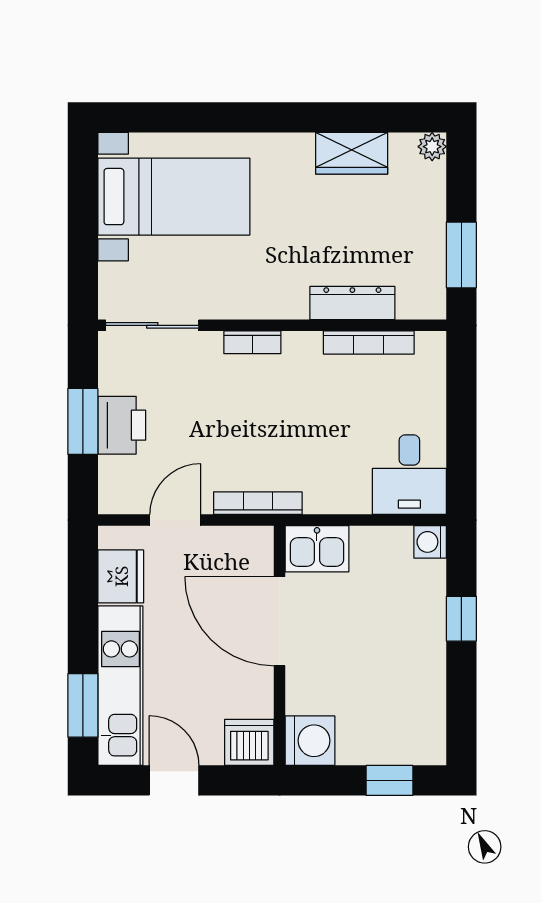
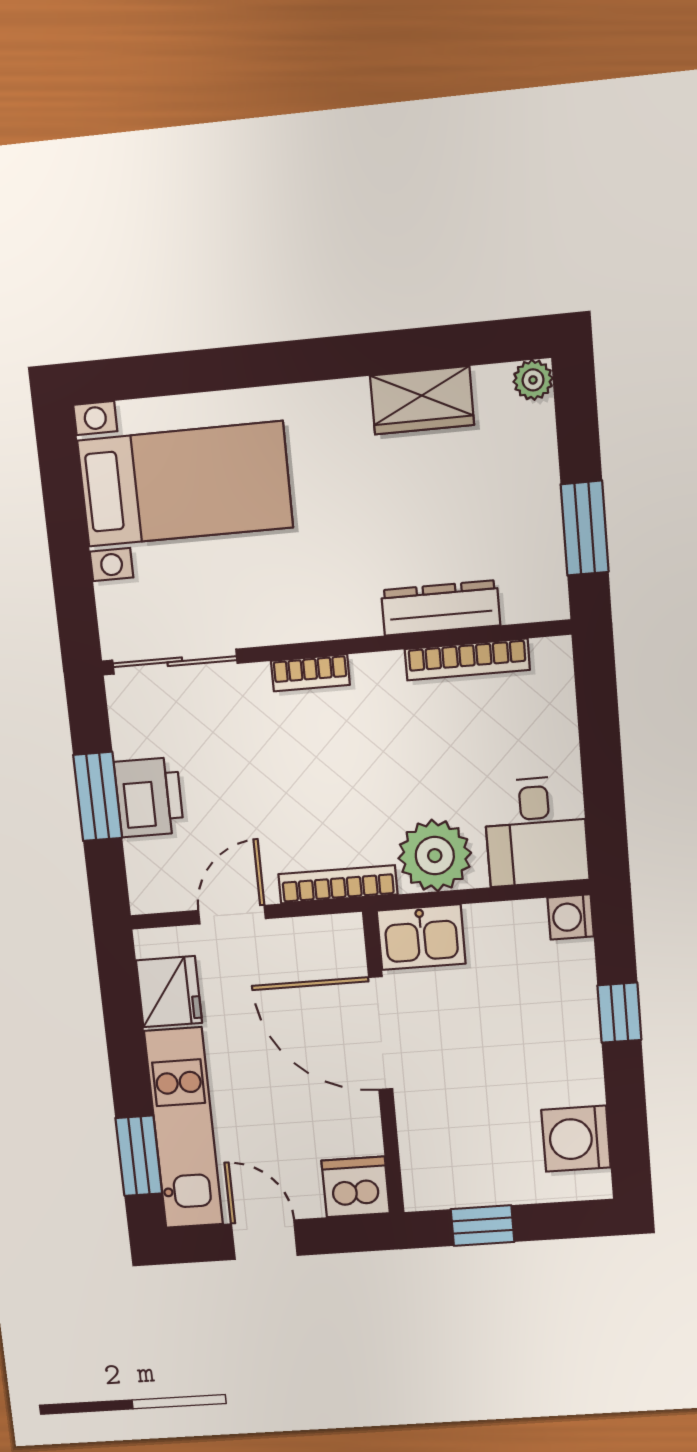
plant: (332, 487) -> (435, 856), added
washing machine: (310, 741) -> (576, 1139), moved, turned 180
window: (390, 780) -> (482, 1226), moved

